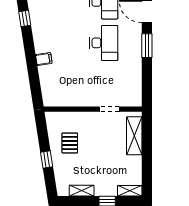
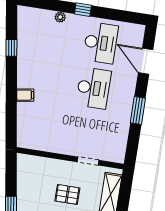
window: (147, 46) -> (138, 110), moved
pallet: (70, 143) -> (67, 194), moved, turned 90

